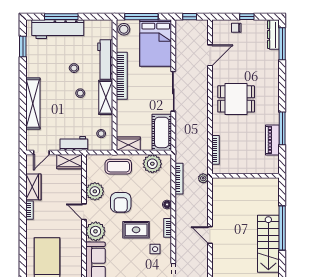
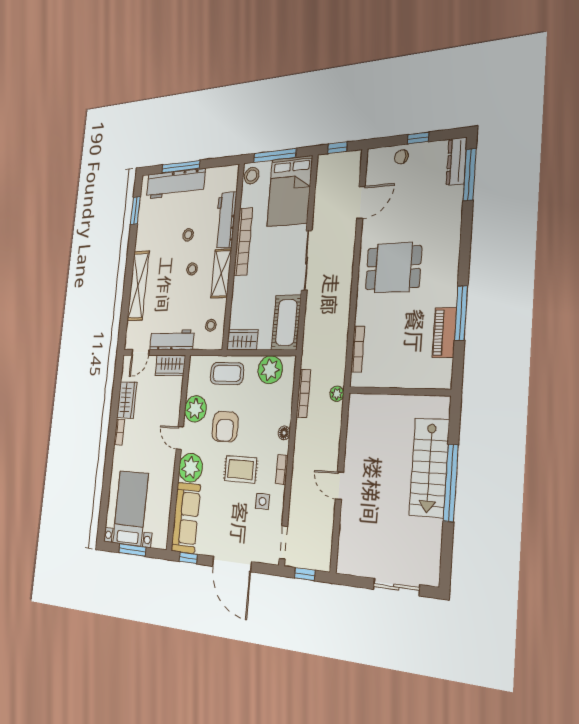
workbench: (74, 144) -> (172, 340), width x1.38
stairs: (268, 244) -> (429, 468), moved

